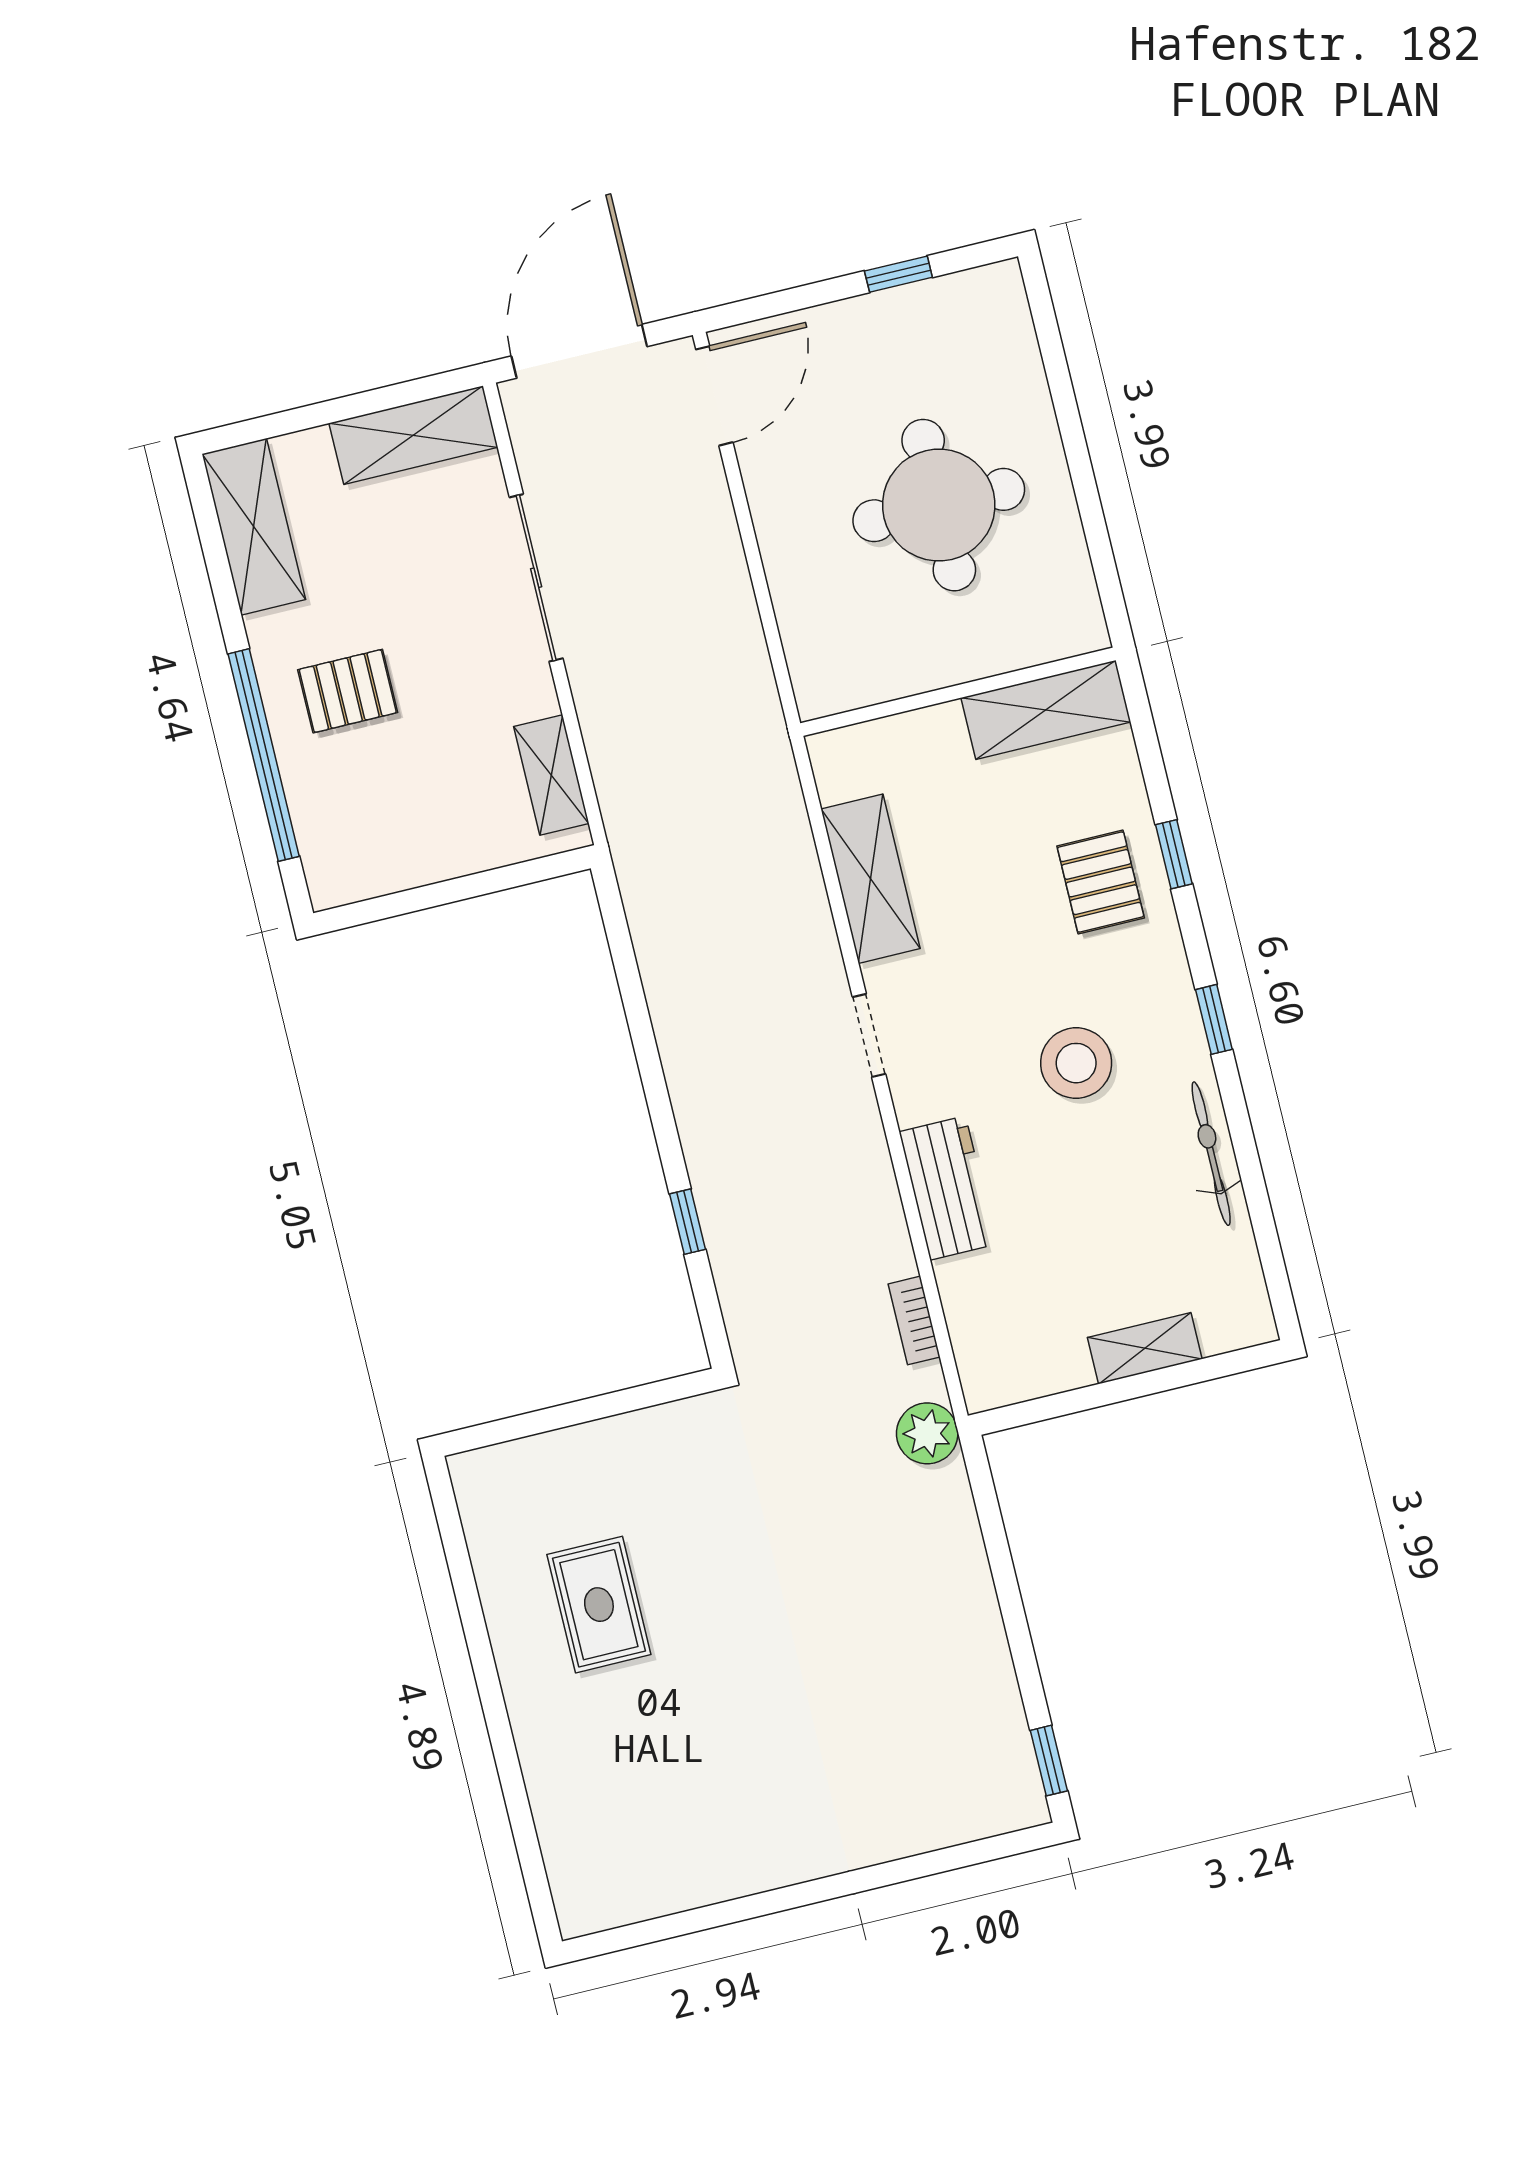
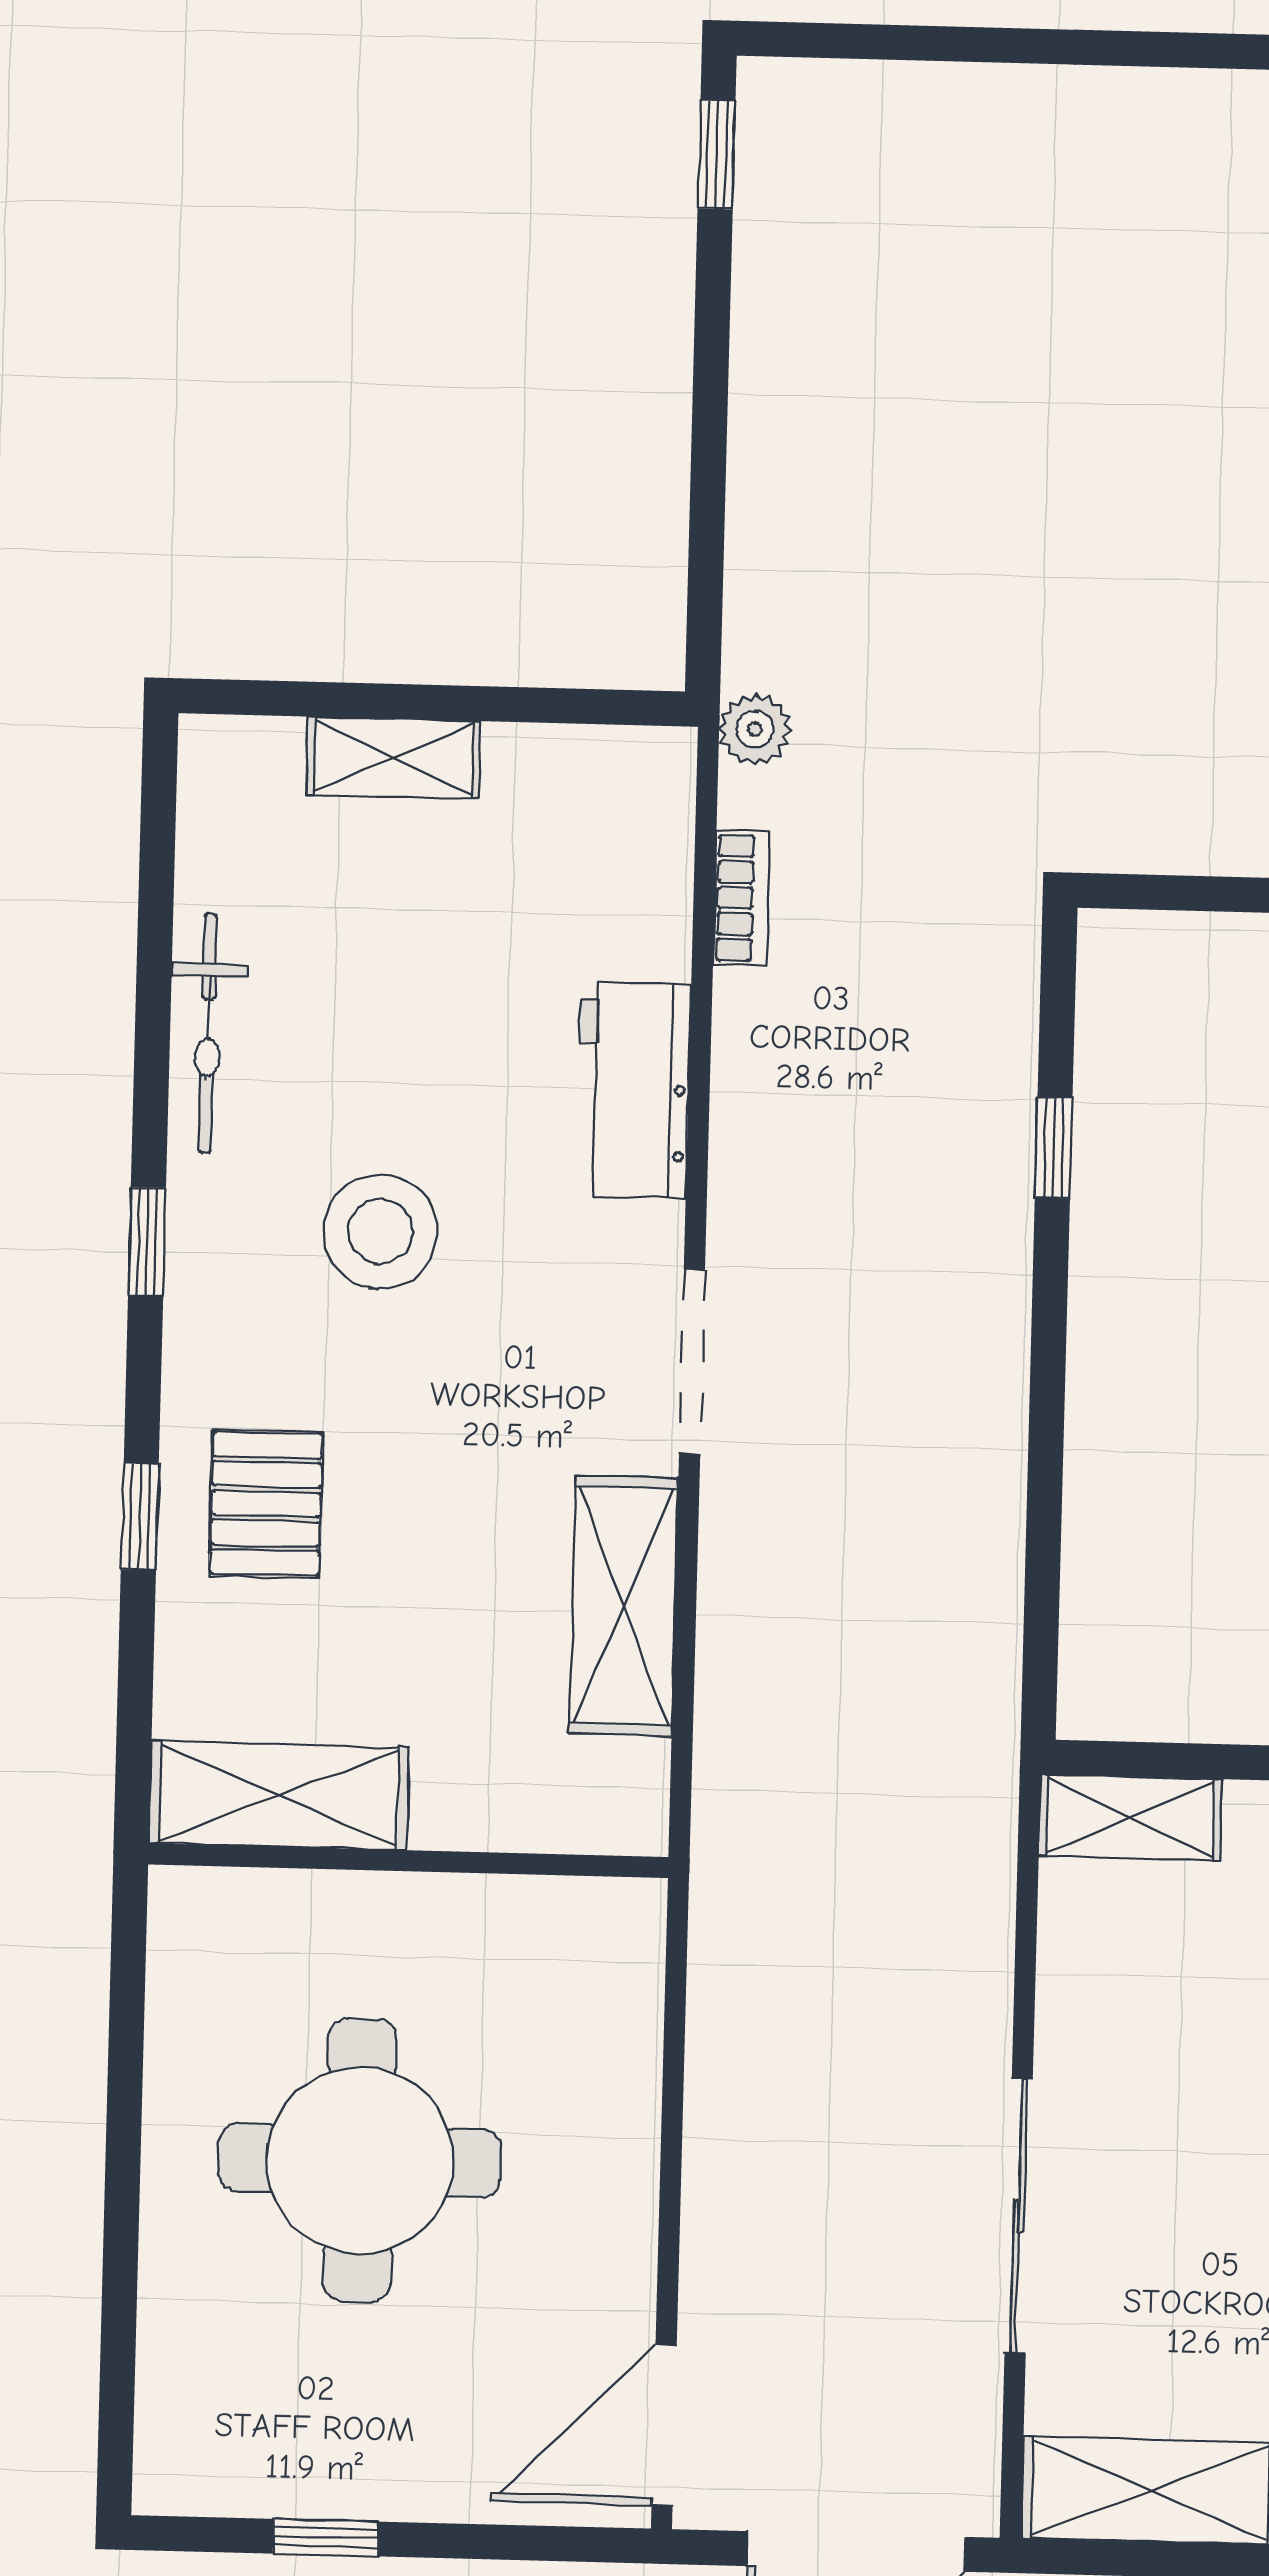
shelving: (551, 775) -> (1130, 1817), moved, turned 90
doorway: (869, 1035) -> (692, 1362), width x1.38
plant: (927, 1433) -> (755, 729), width x0.73, depth x0.73

